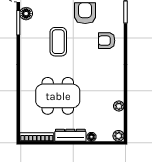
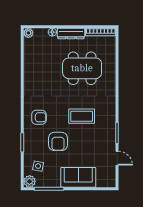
floor lamp: (26, 14) -> (110, 141), removed
coffee table: (58, 42) -> (82, 116), turned 90
plant: (119, 106) -> (28, 59), removed

